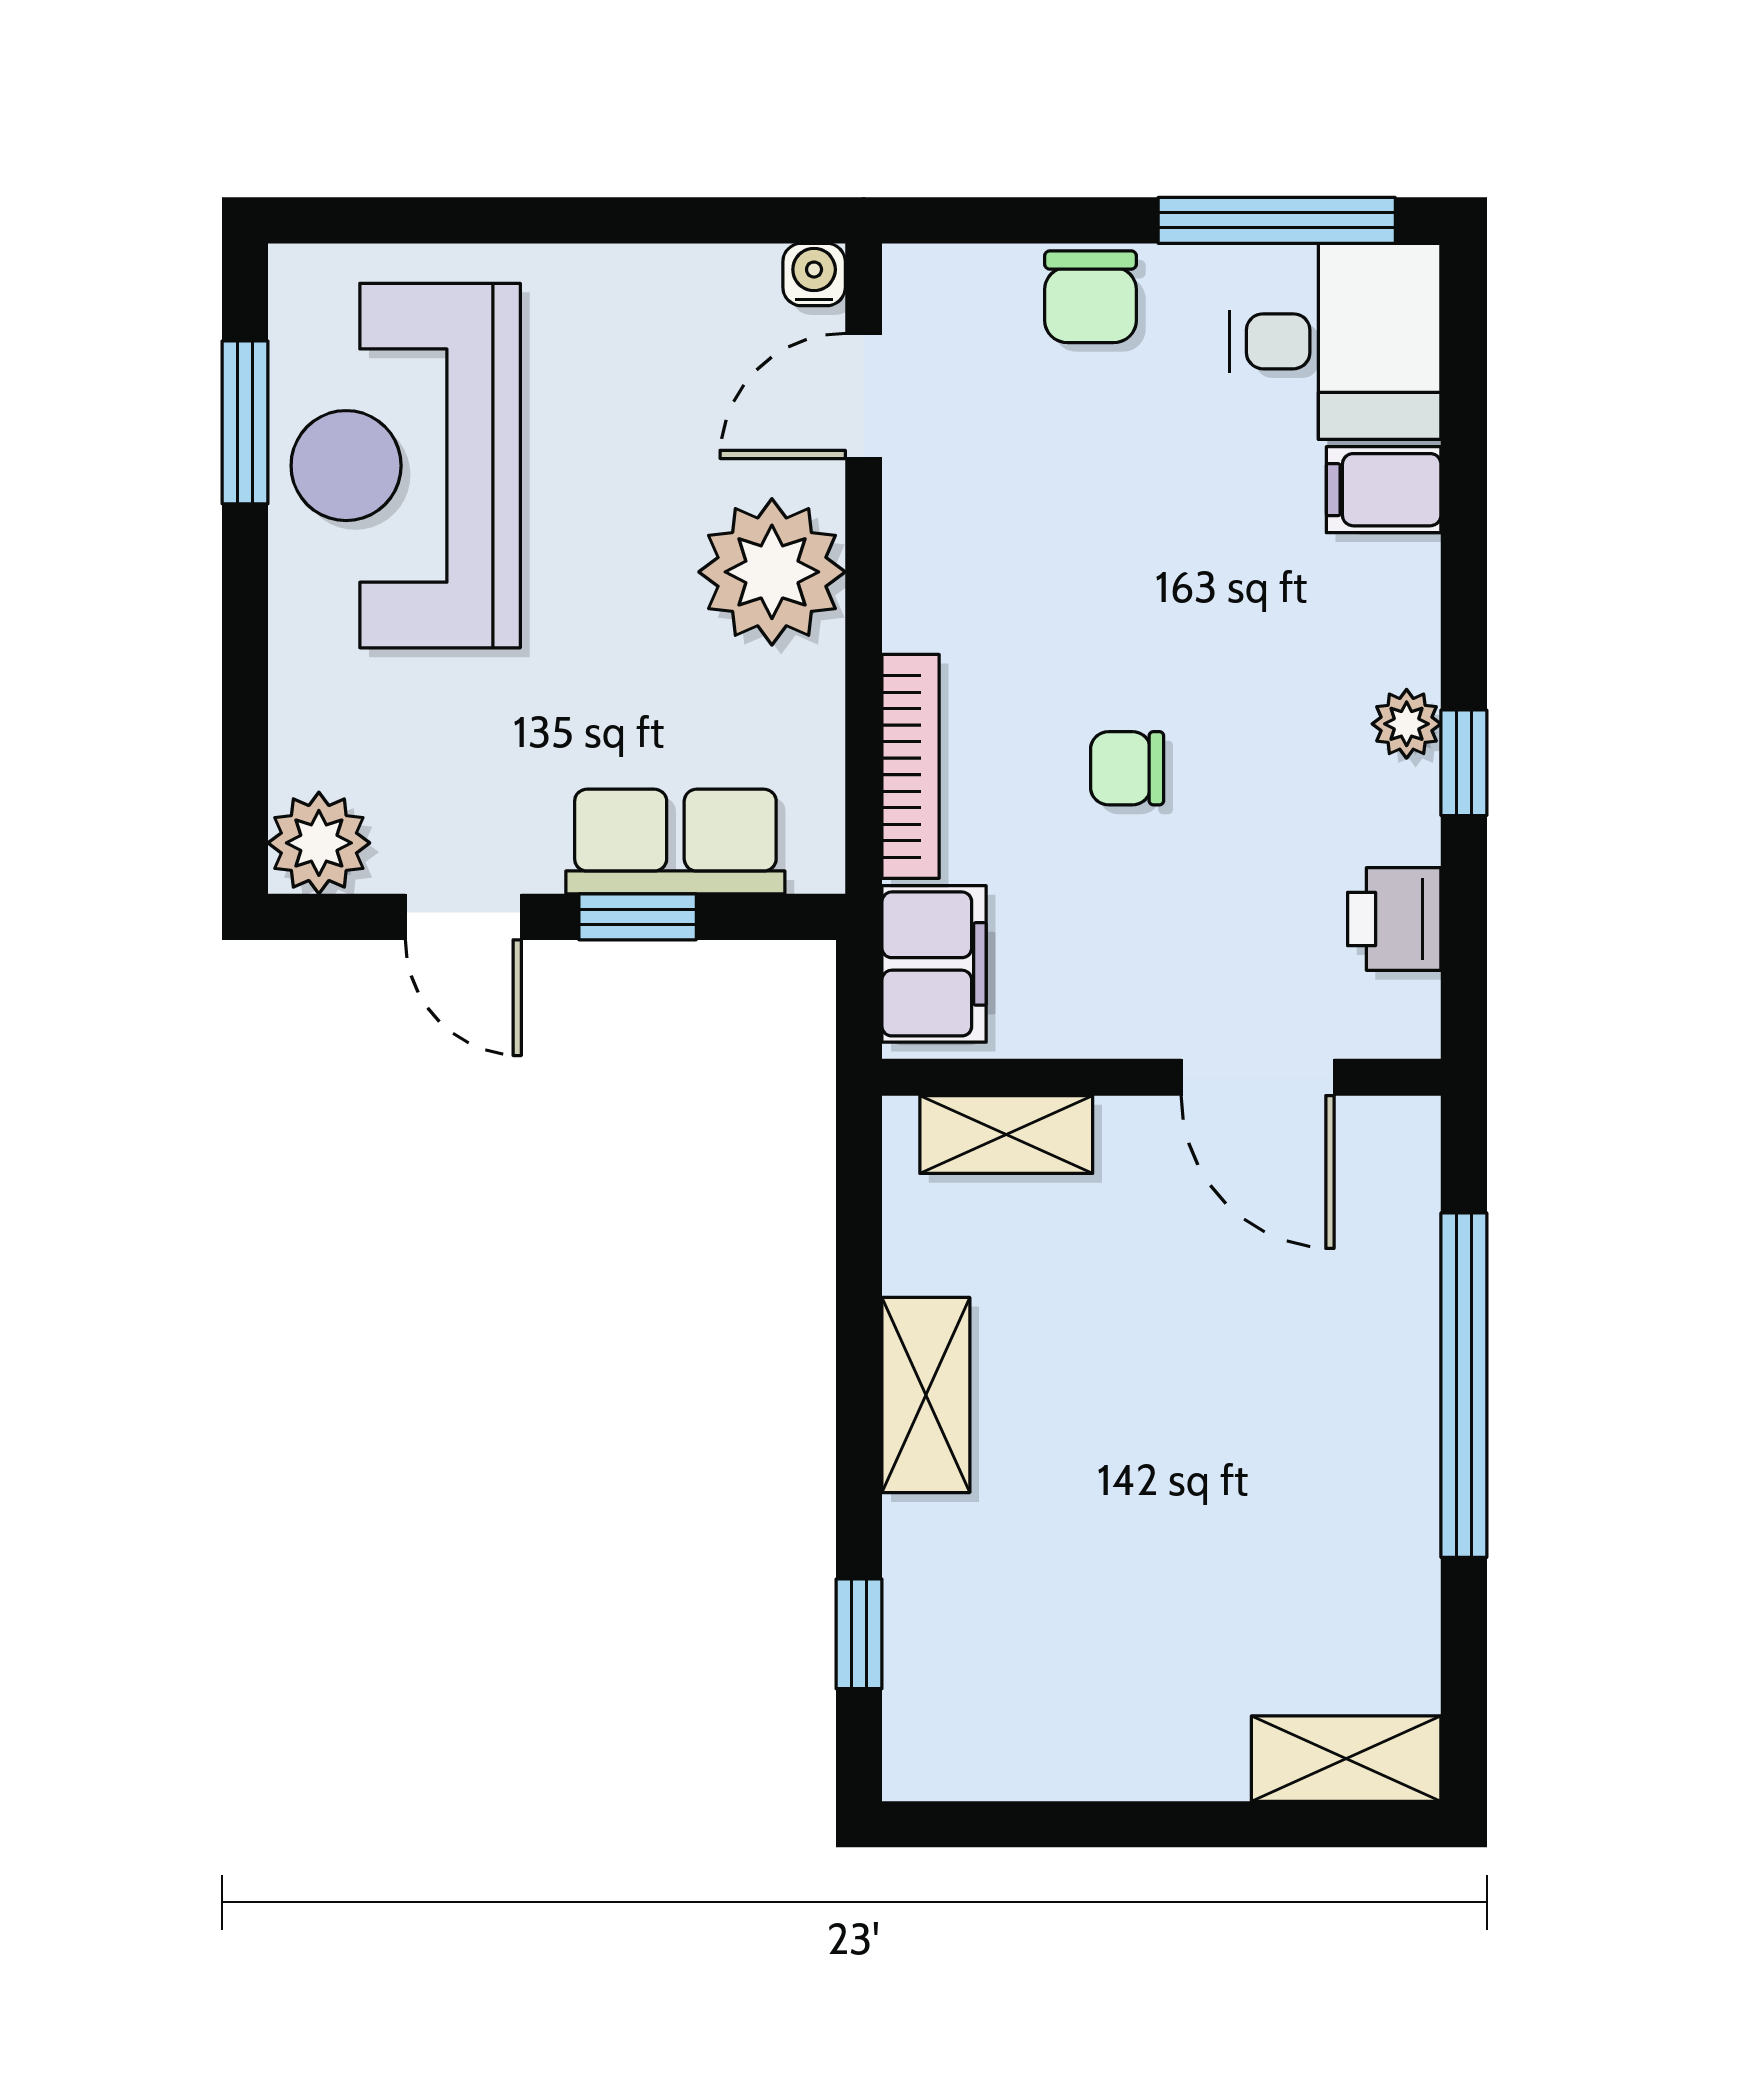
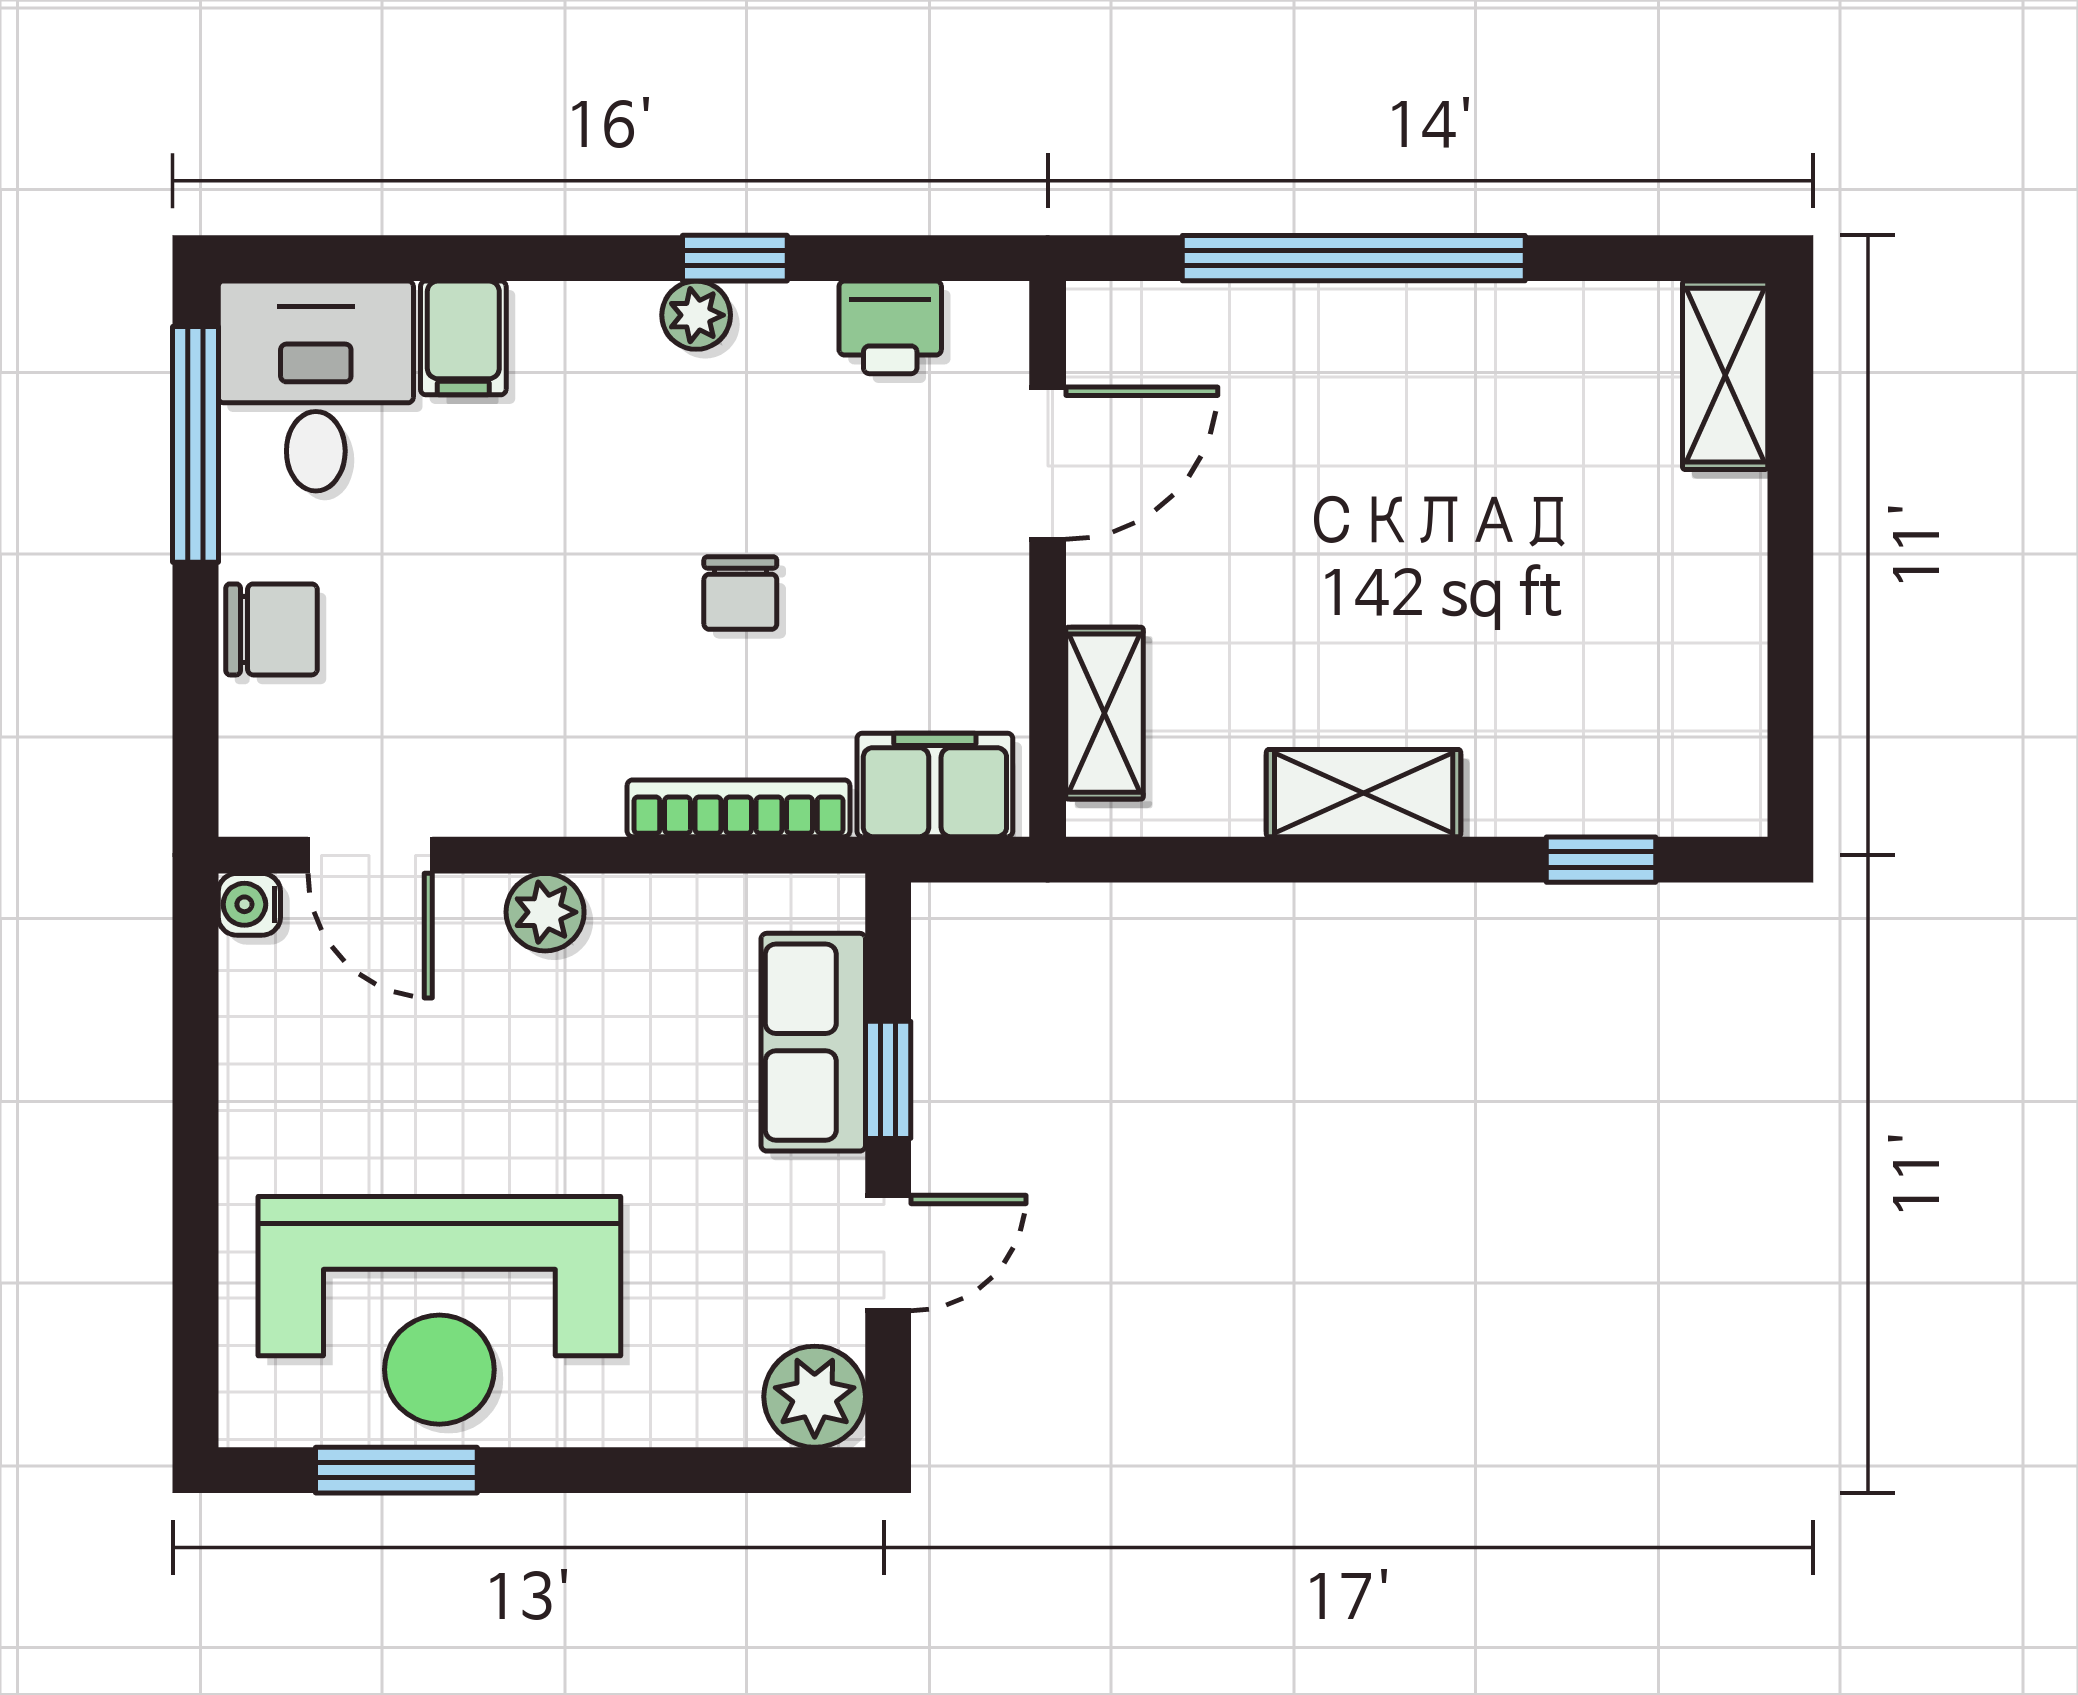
plant: (772, 572) -> (545, 912), width x0.53, depth x0.53

